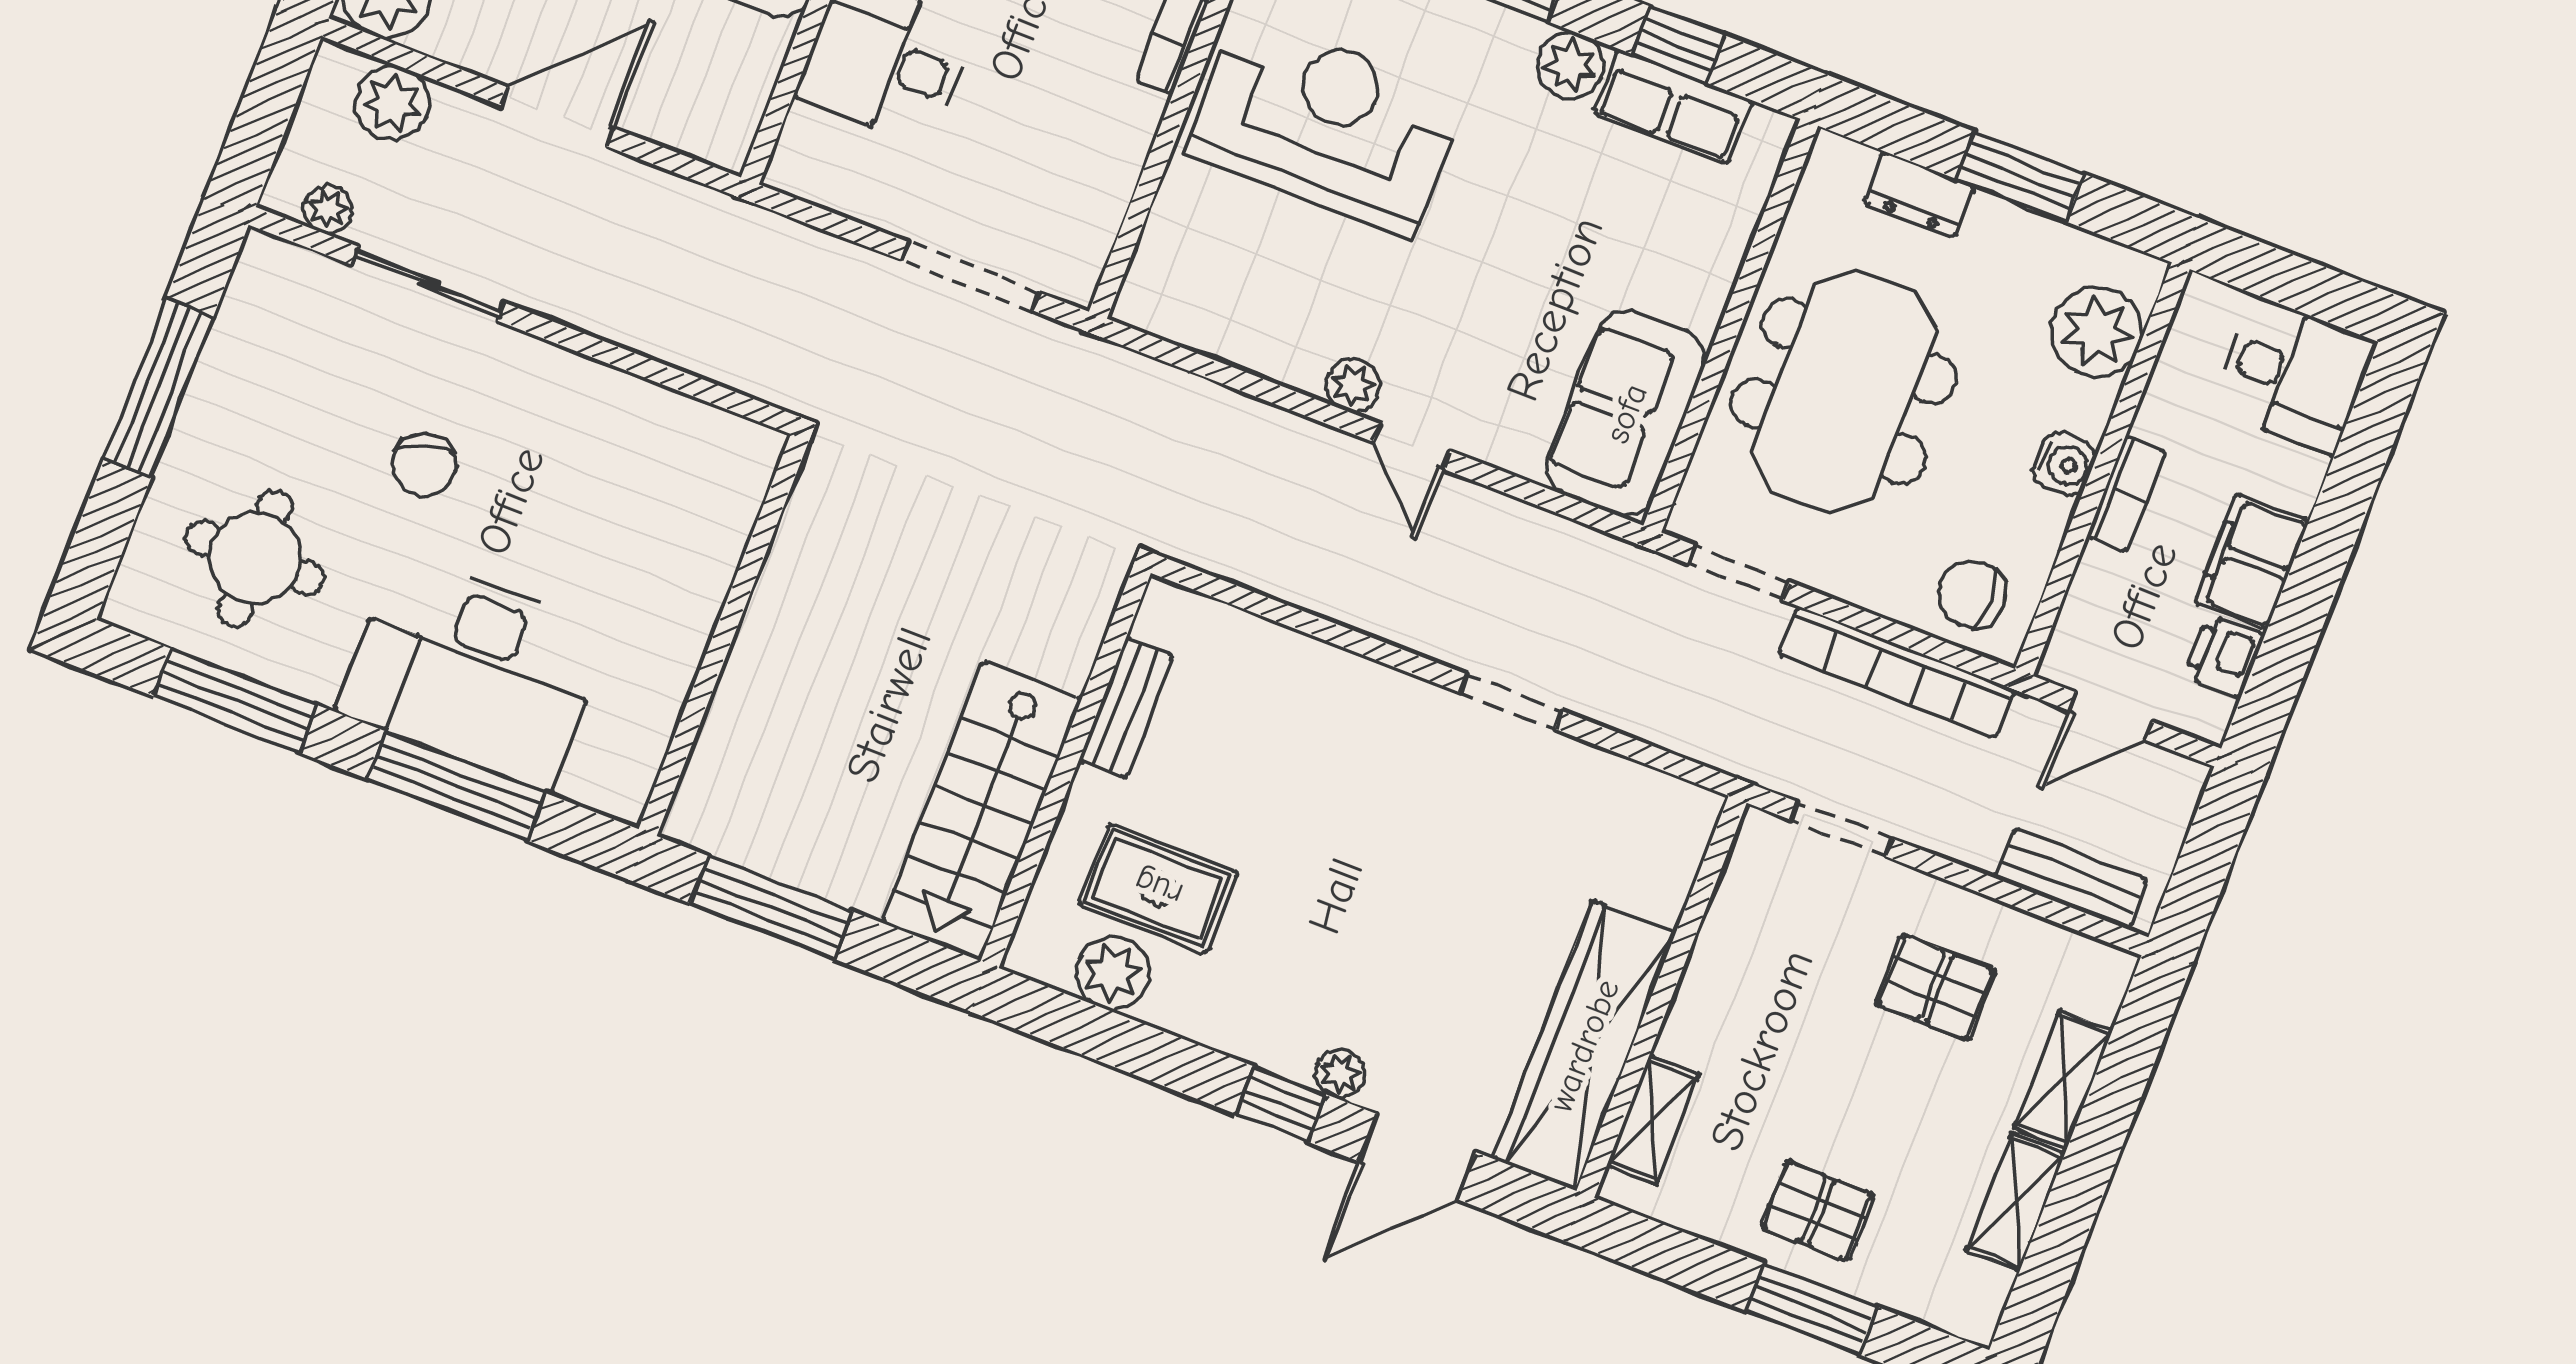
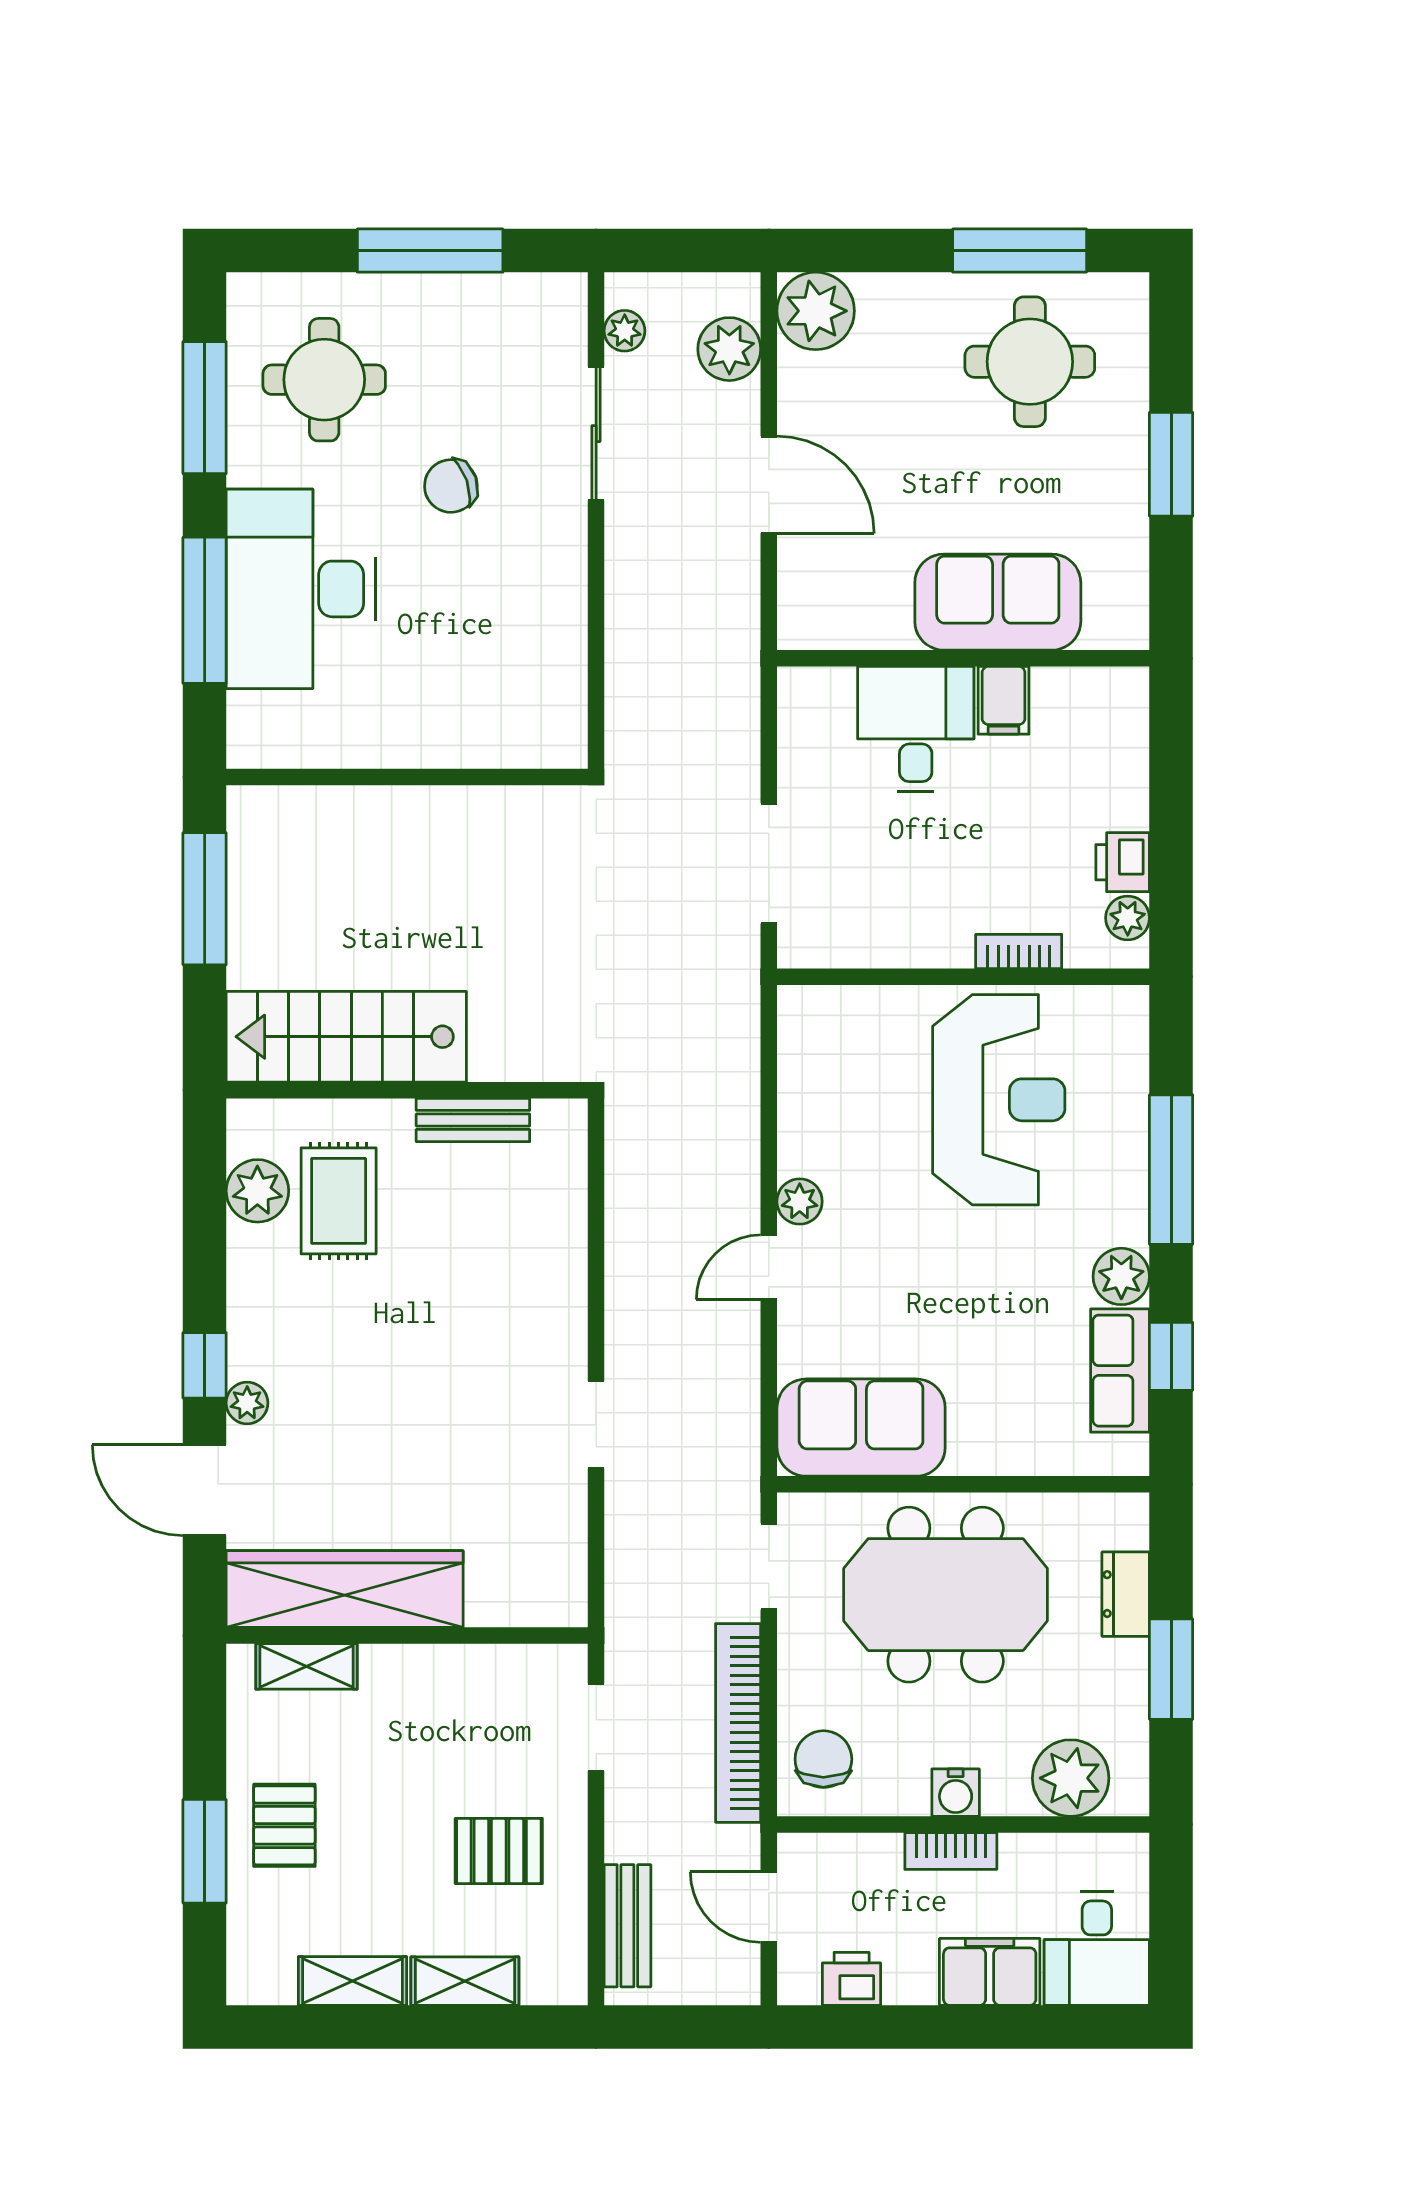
filing cabinet: (2251, 562) -> (990, 1972), moved
pallet: (1936, 988) -> (499, 1851), turned 90

